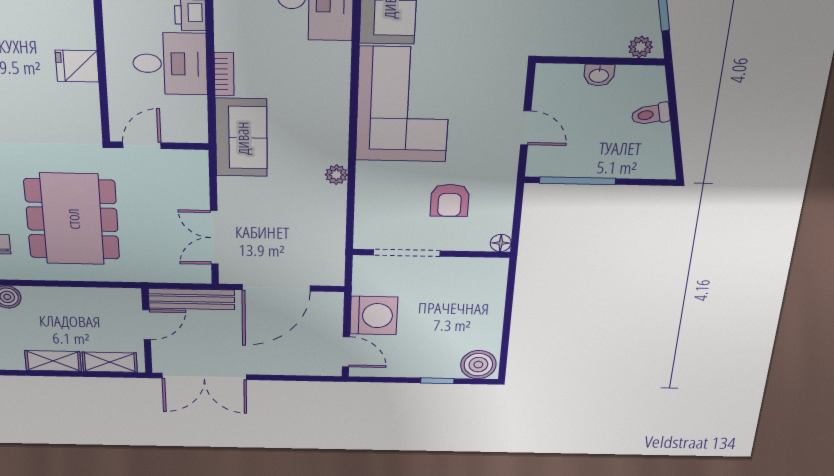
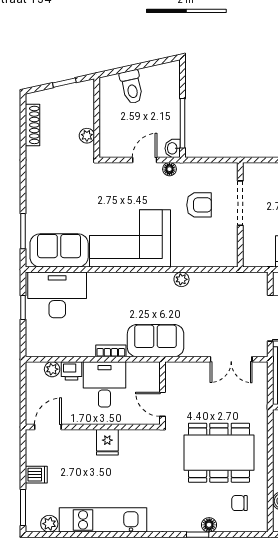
plant: (640, 47) -> (87, 136), moved
washbasin: (599, 75) -> (173, 148), moved, turned 180
toilet: (651, 114) -> (132, 87), width x1.37, depth x1.39
floor lamp: (501, 243) -> (169, 169), moved
doorway: (407, 253) -> (240, 203), moved

